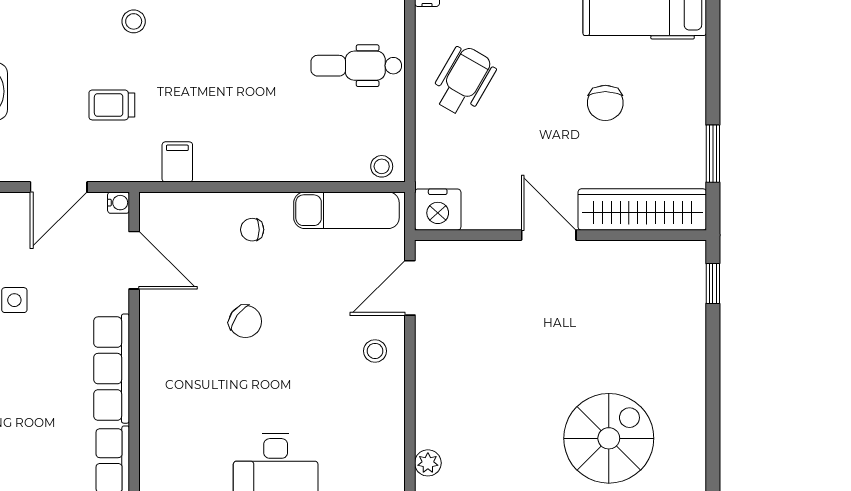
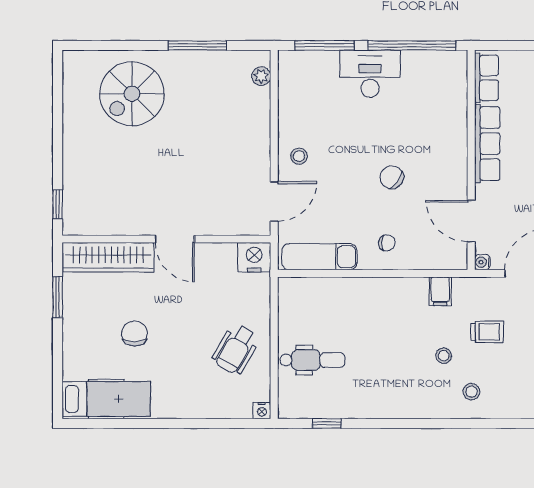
stool: (382, 166) -> (444, 356), moved

